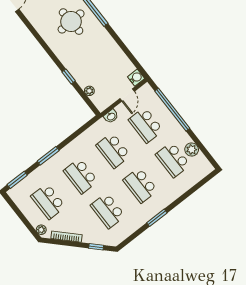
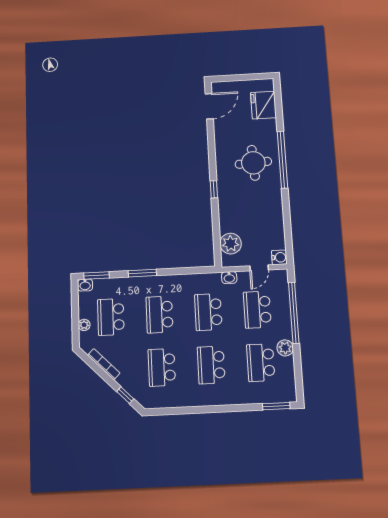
window: (69, 76) -> (214, 189), moved
plant: (89, 91) -> (231, 244), width x1.88, depth x1.88
plant: (192, 150) -> (285, 348), moved
washbasin: (14, 192) -> (85, 285), added
window: (157, 218) -> (276, 406), moved
plant: (41, 230) -> (84, 325), moved

